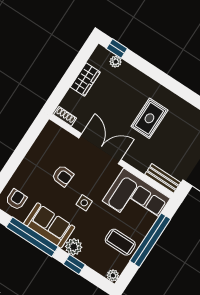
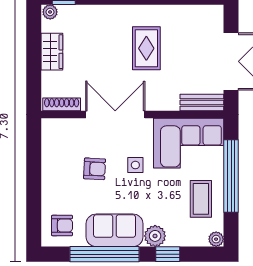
plant: (116, 62) -> (50, 12), moved
shoe rack: (65, 116) -> (62, 104), width x1.43
armchair: (16, 199) -> (62, 225), turned 90
side table: (84, 203) -> (135, 165), moved
coffee table: (120, 242) -> (201, 199), turned 90

